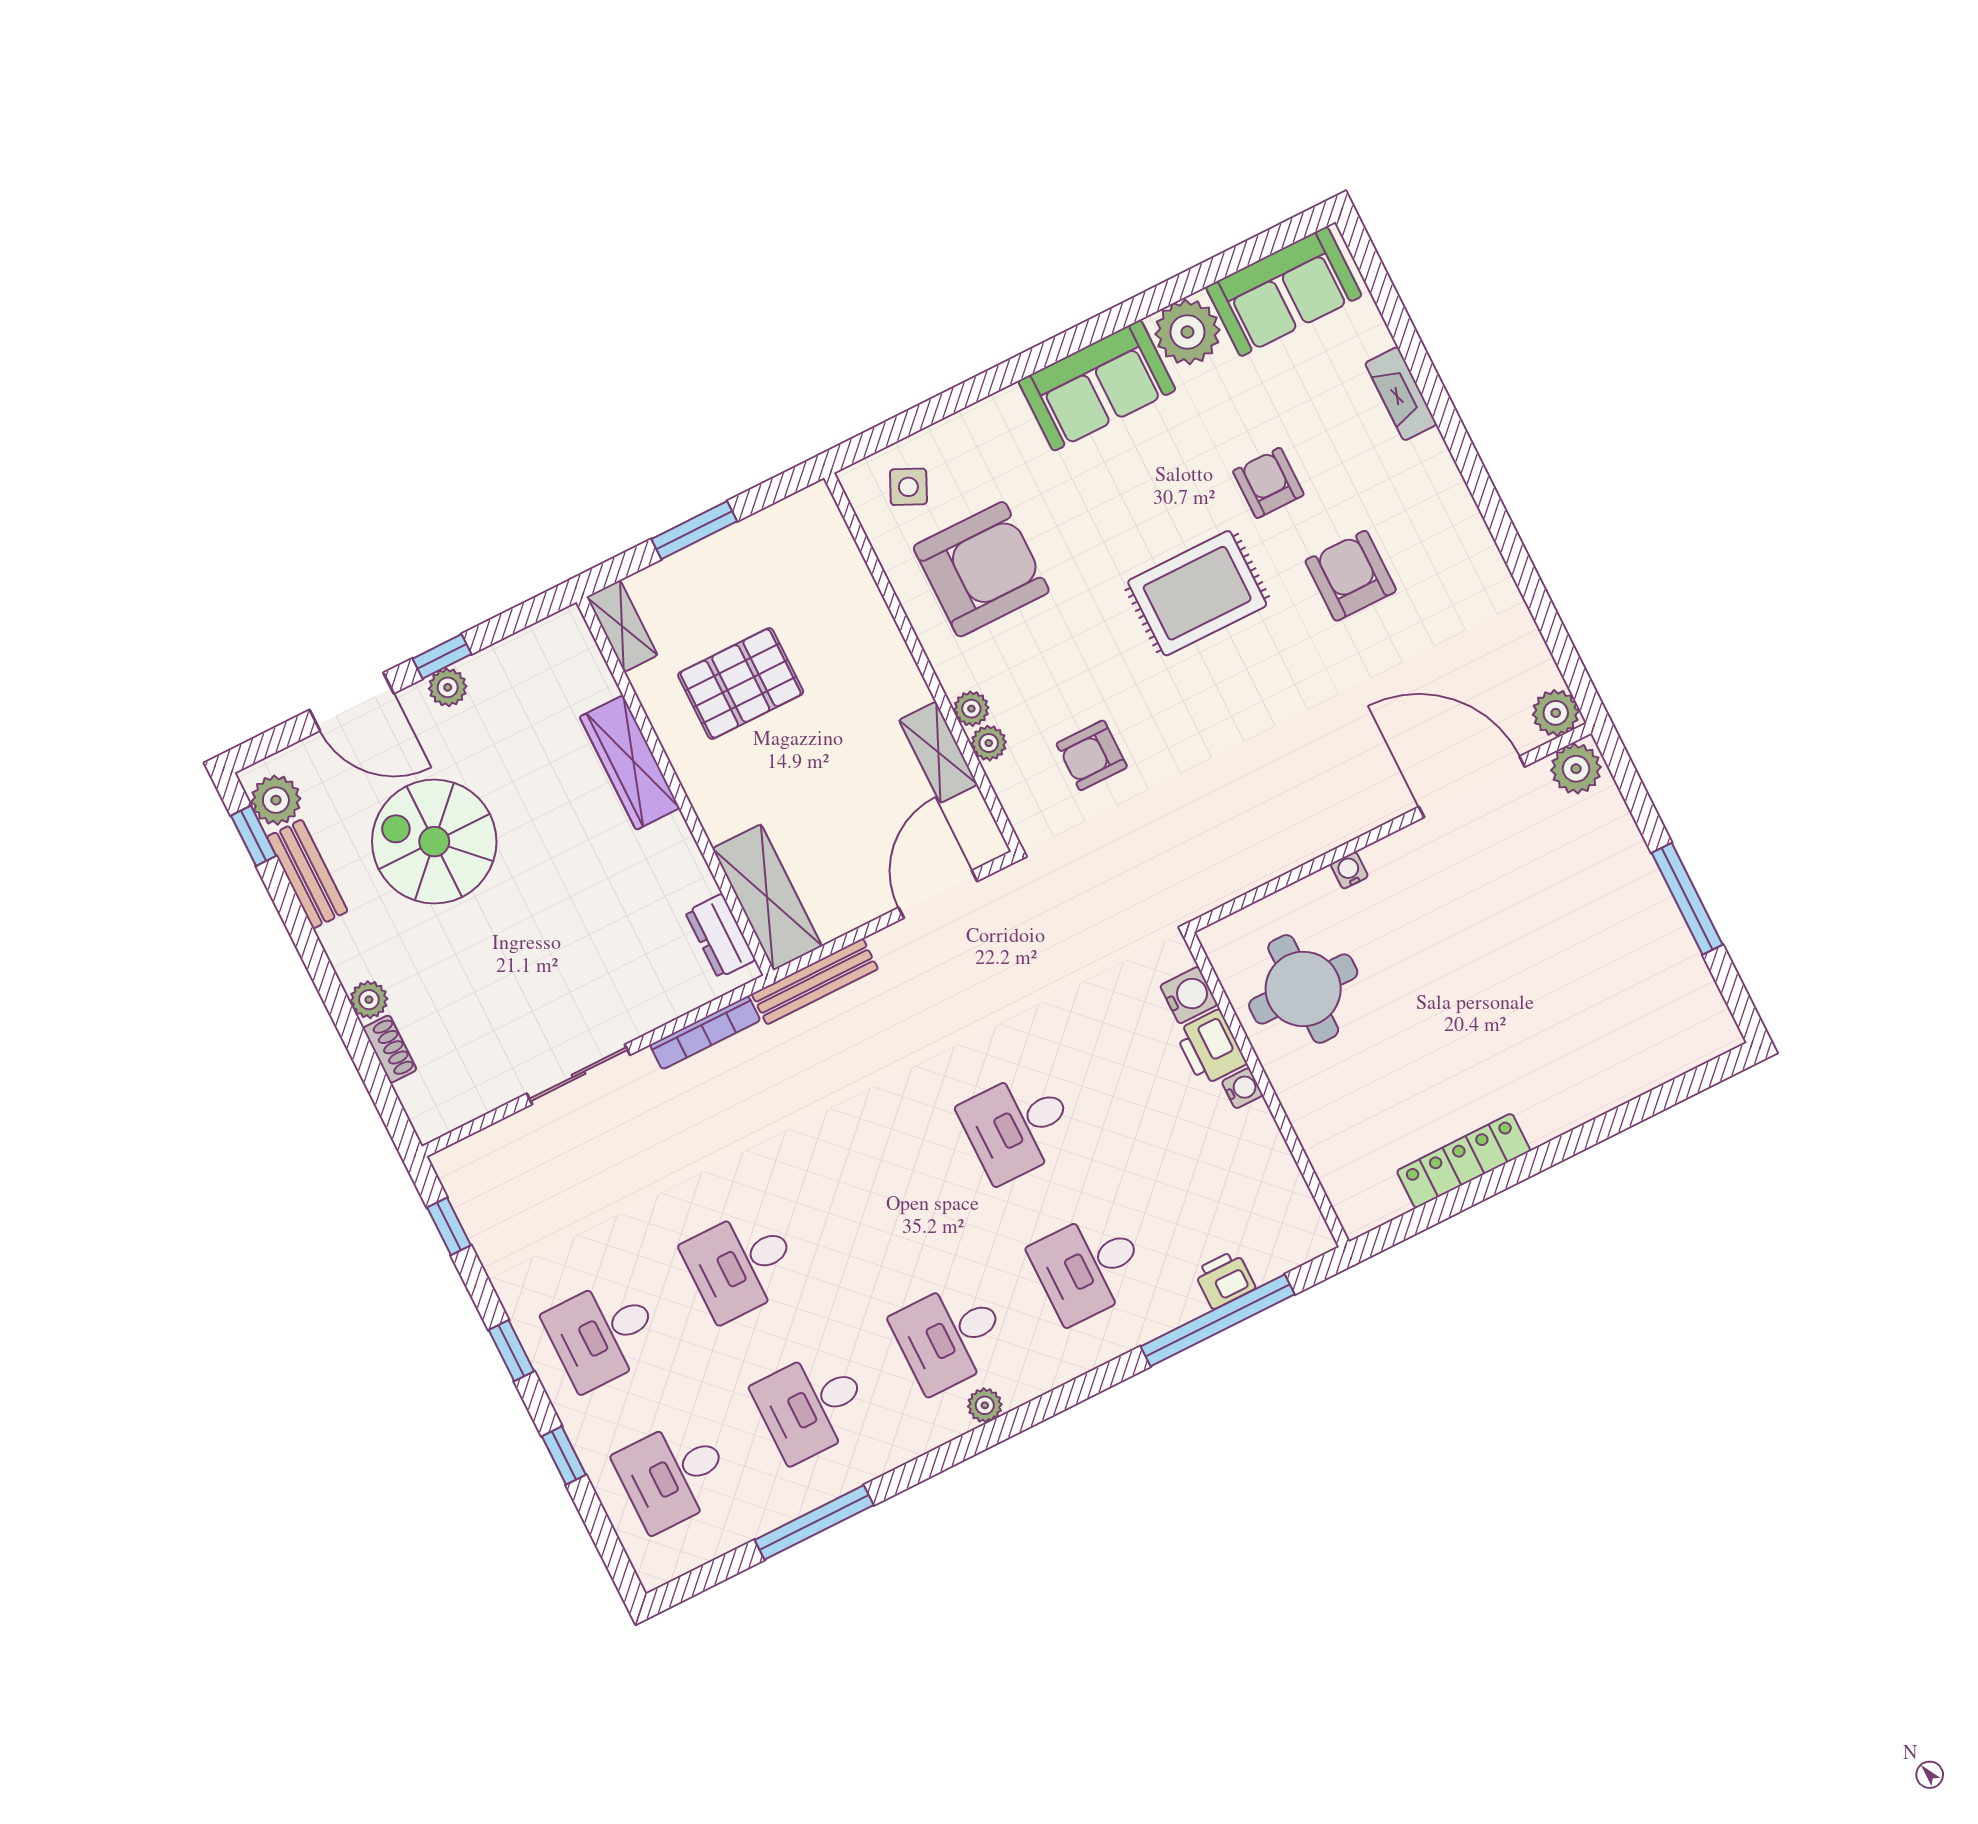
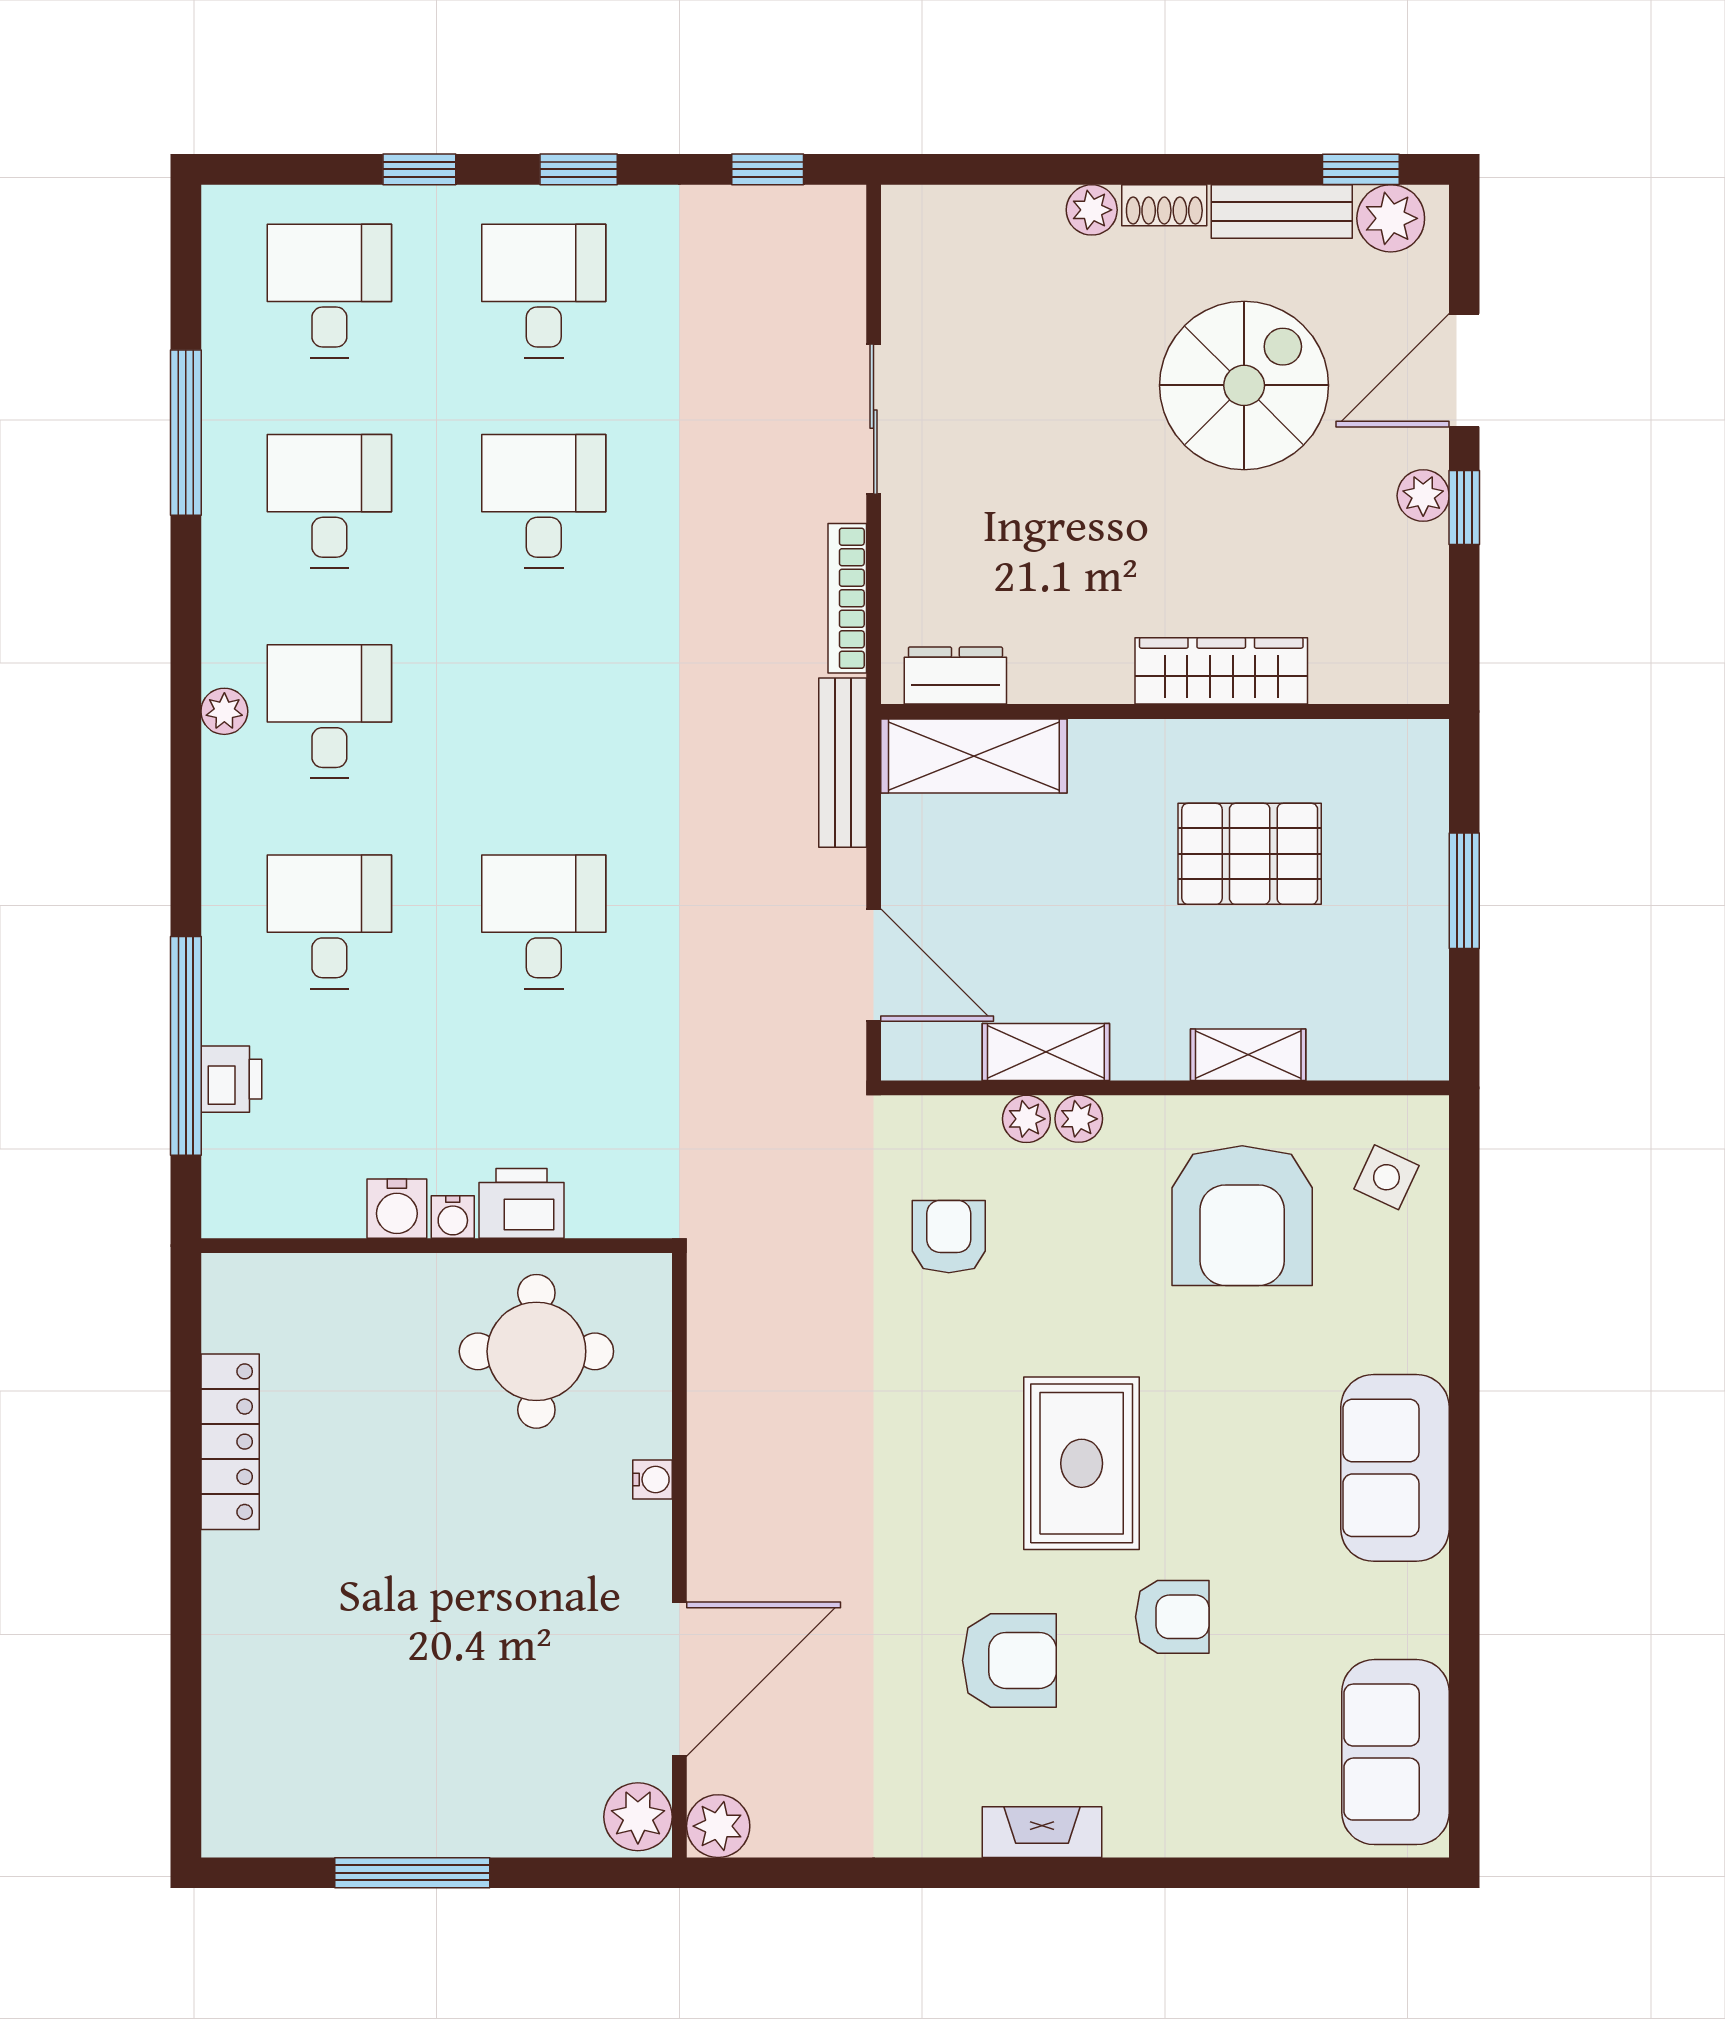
plant: (1187, 332) -> (1405, 1610), removed
fireplace: (1401, 394) -> (1042, 1832), moved
shelving: (622, 626) -> (1248, 1055), moved
pallet: (741, 683) -> (1250, 854), turned 90
water cooler: (1189, 995) -> (397, 1209), moved
shoe rack: (390, 1049) -> (1164, 205), moved

